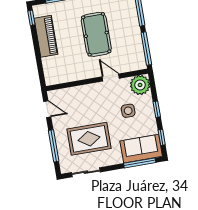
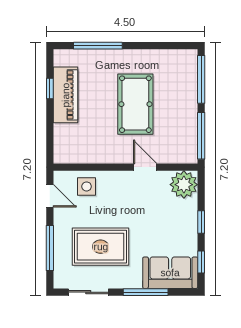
window: (31, 18) -> (50, 89), moved
side table: (128, 111) -> (87, 186), moved
window: (140, 163) -> (146, 292), moved

